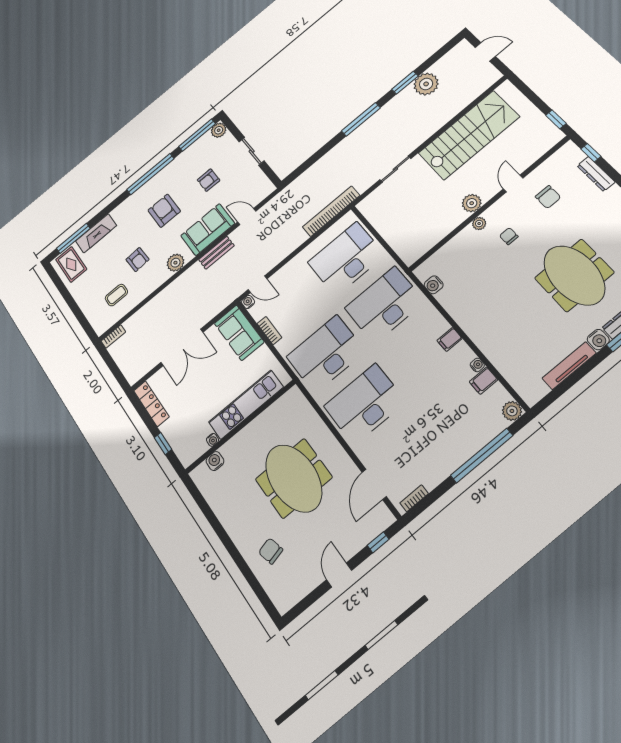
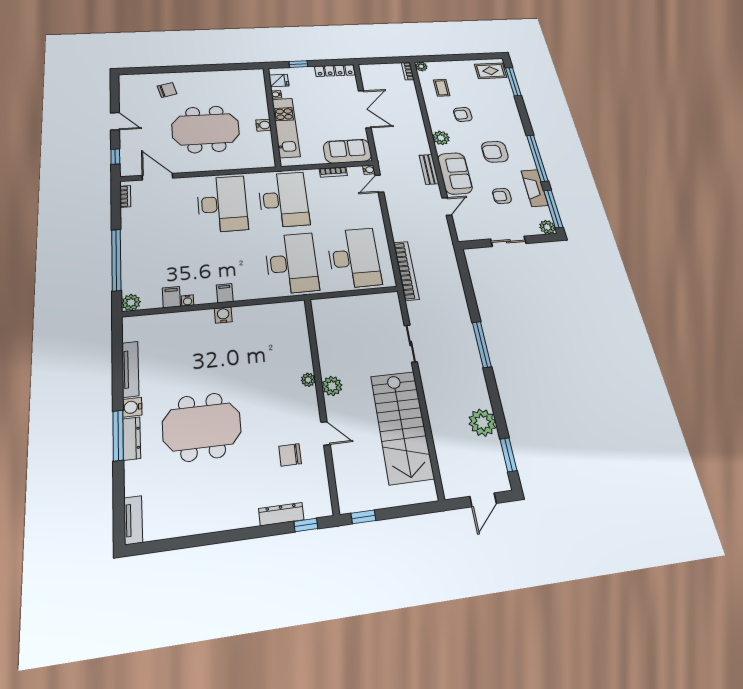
window: (405, 83) -> (508, 455), moved
armchair: (209, 180) -> (502, 196), turned -90
armchair: (164, 211) -> (495, 152), turned 180
fireplace: (96, 233) -> (535, 188), moved
chair: (509, 236) -> (278, 397), removed
water cooler: (434, 285) -> (223, 315), moved
plant: (101, 328) -> (421, 66), added
double door: (182, 347) -> (365, 109), swing flipped
fridge: (194, 449) -> (279, 80), added
water cooler: (215, 461) -> (264, 125), moved

